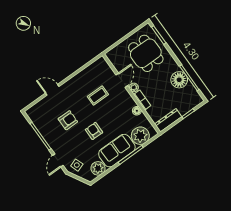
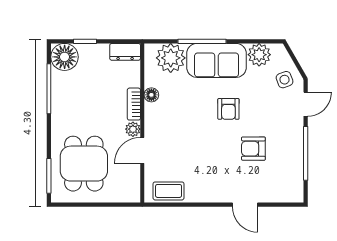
floor lamp: (179, 80) -> (65, 57), moved
coffee table: (98, 96) -> (169, 191), moved
dresser: (168, 120) -> (125, 52), width x0.70

